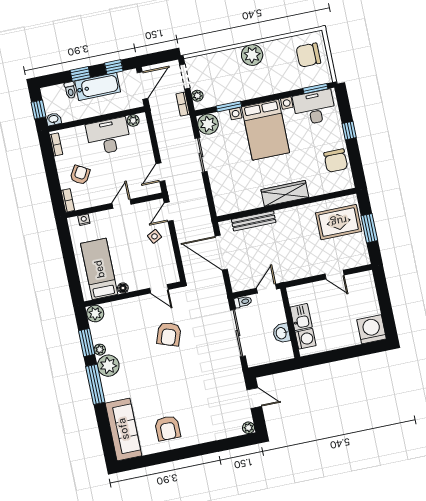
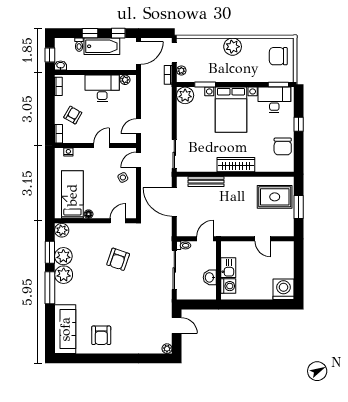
sliding door: (201, 155) -> (174, 154), moved
door: (159, 289) -> (118, 221), swing flipped
plant: (100, 350) -> (63, 256), width x1.88, depth x1.88

